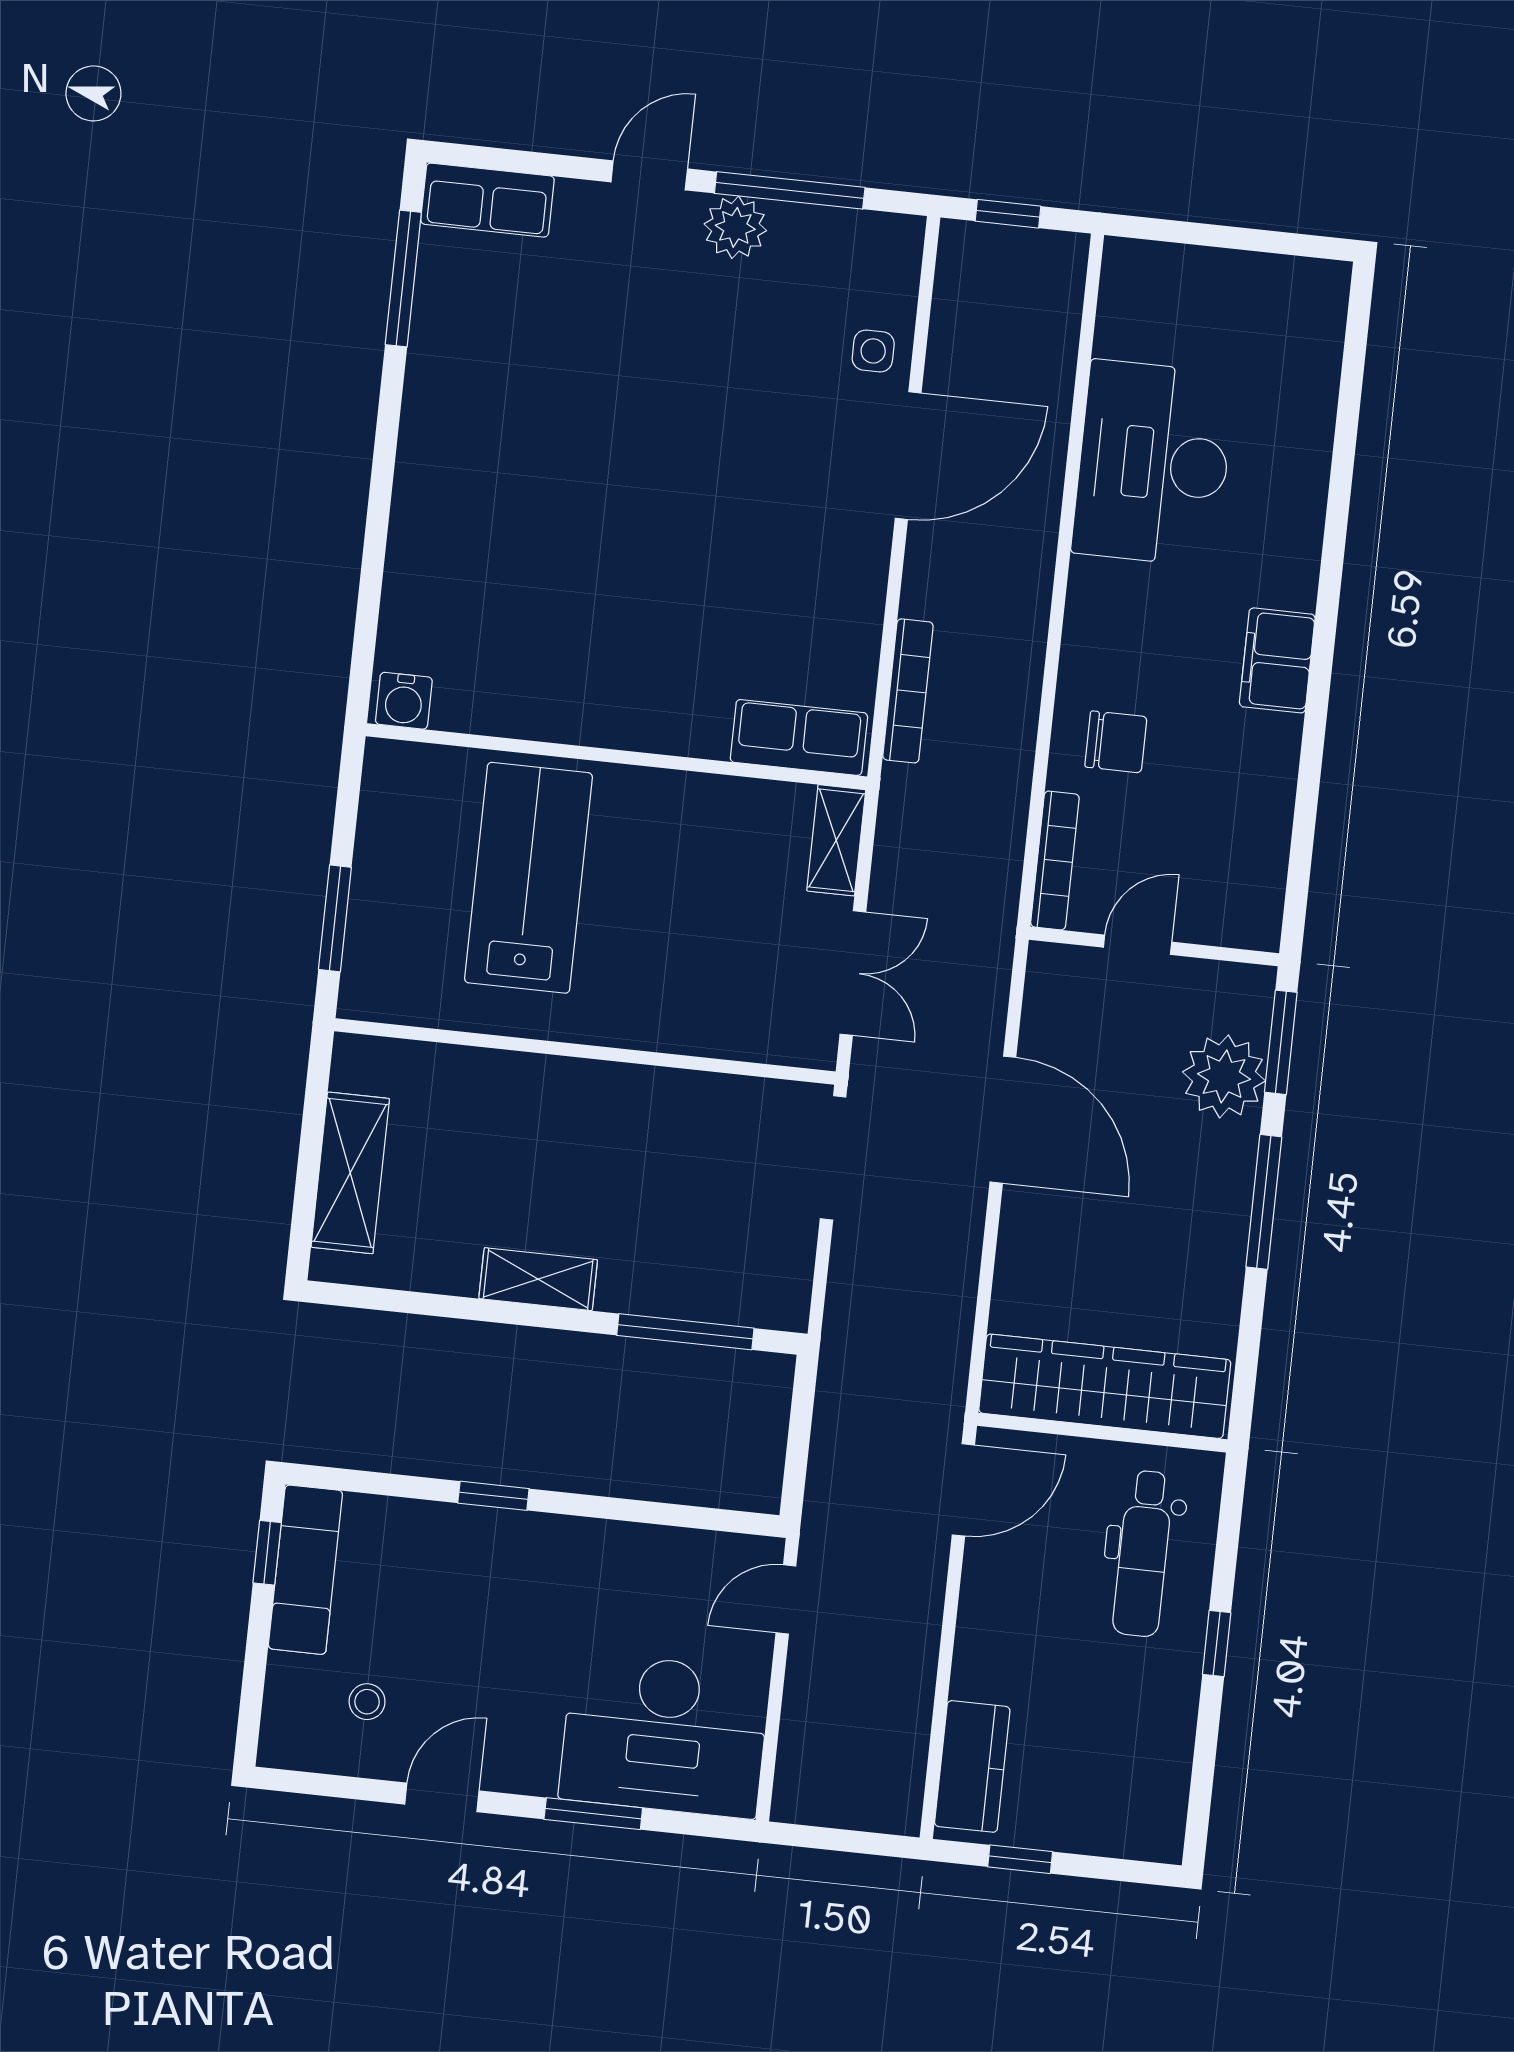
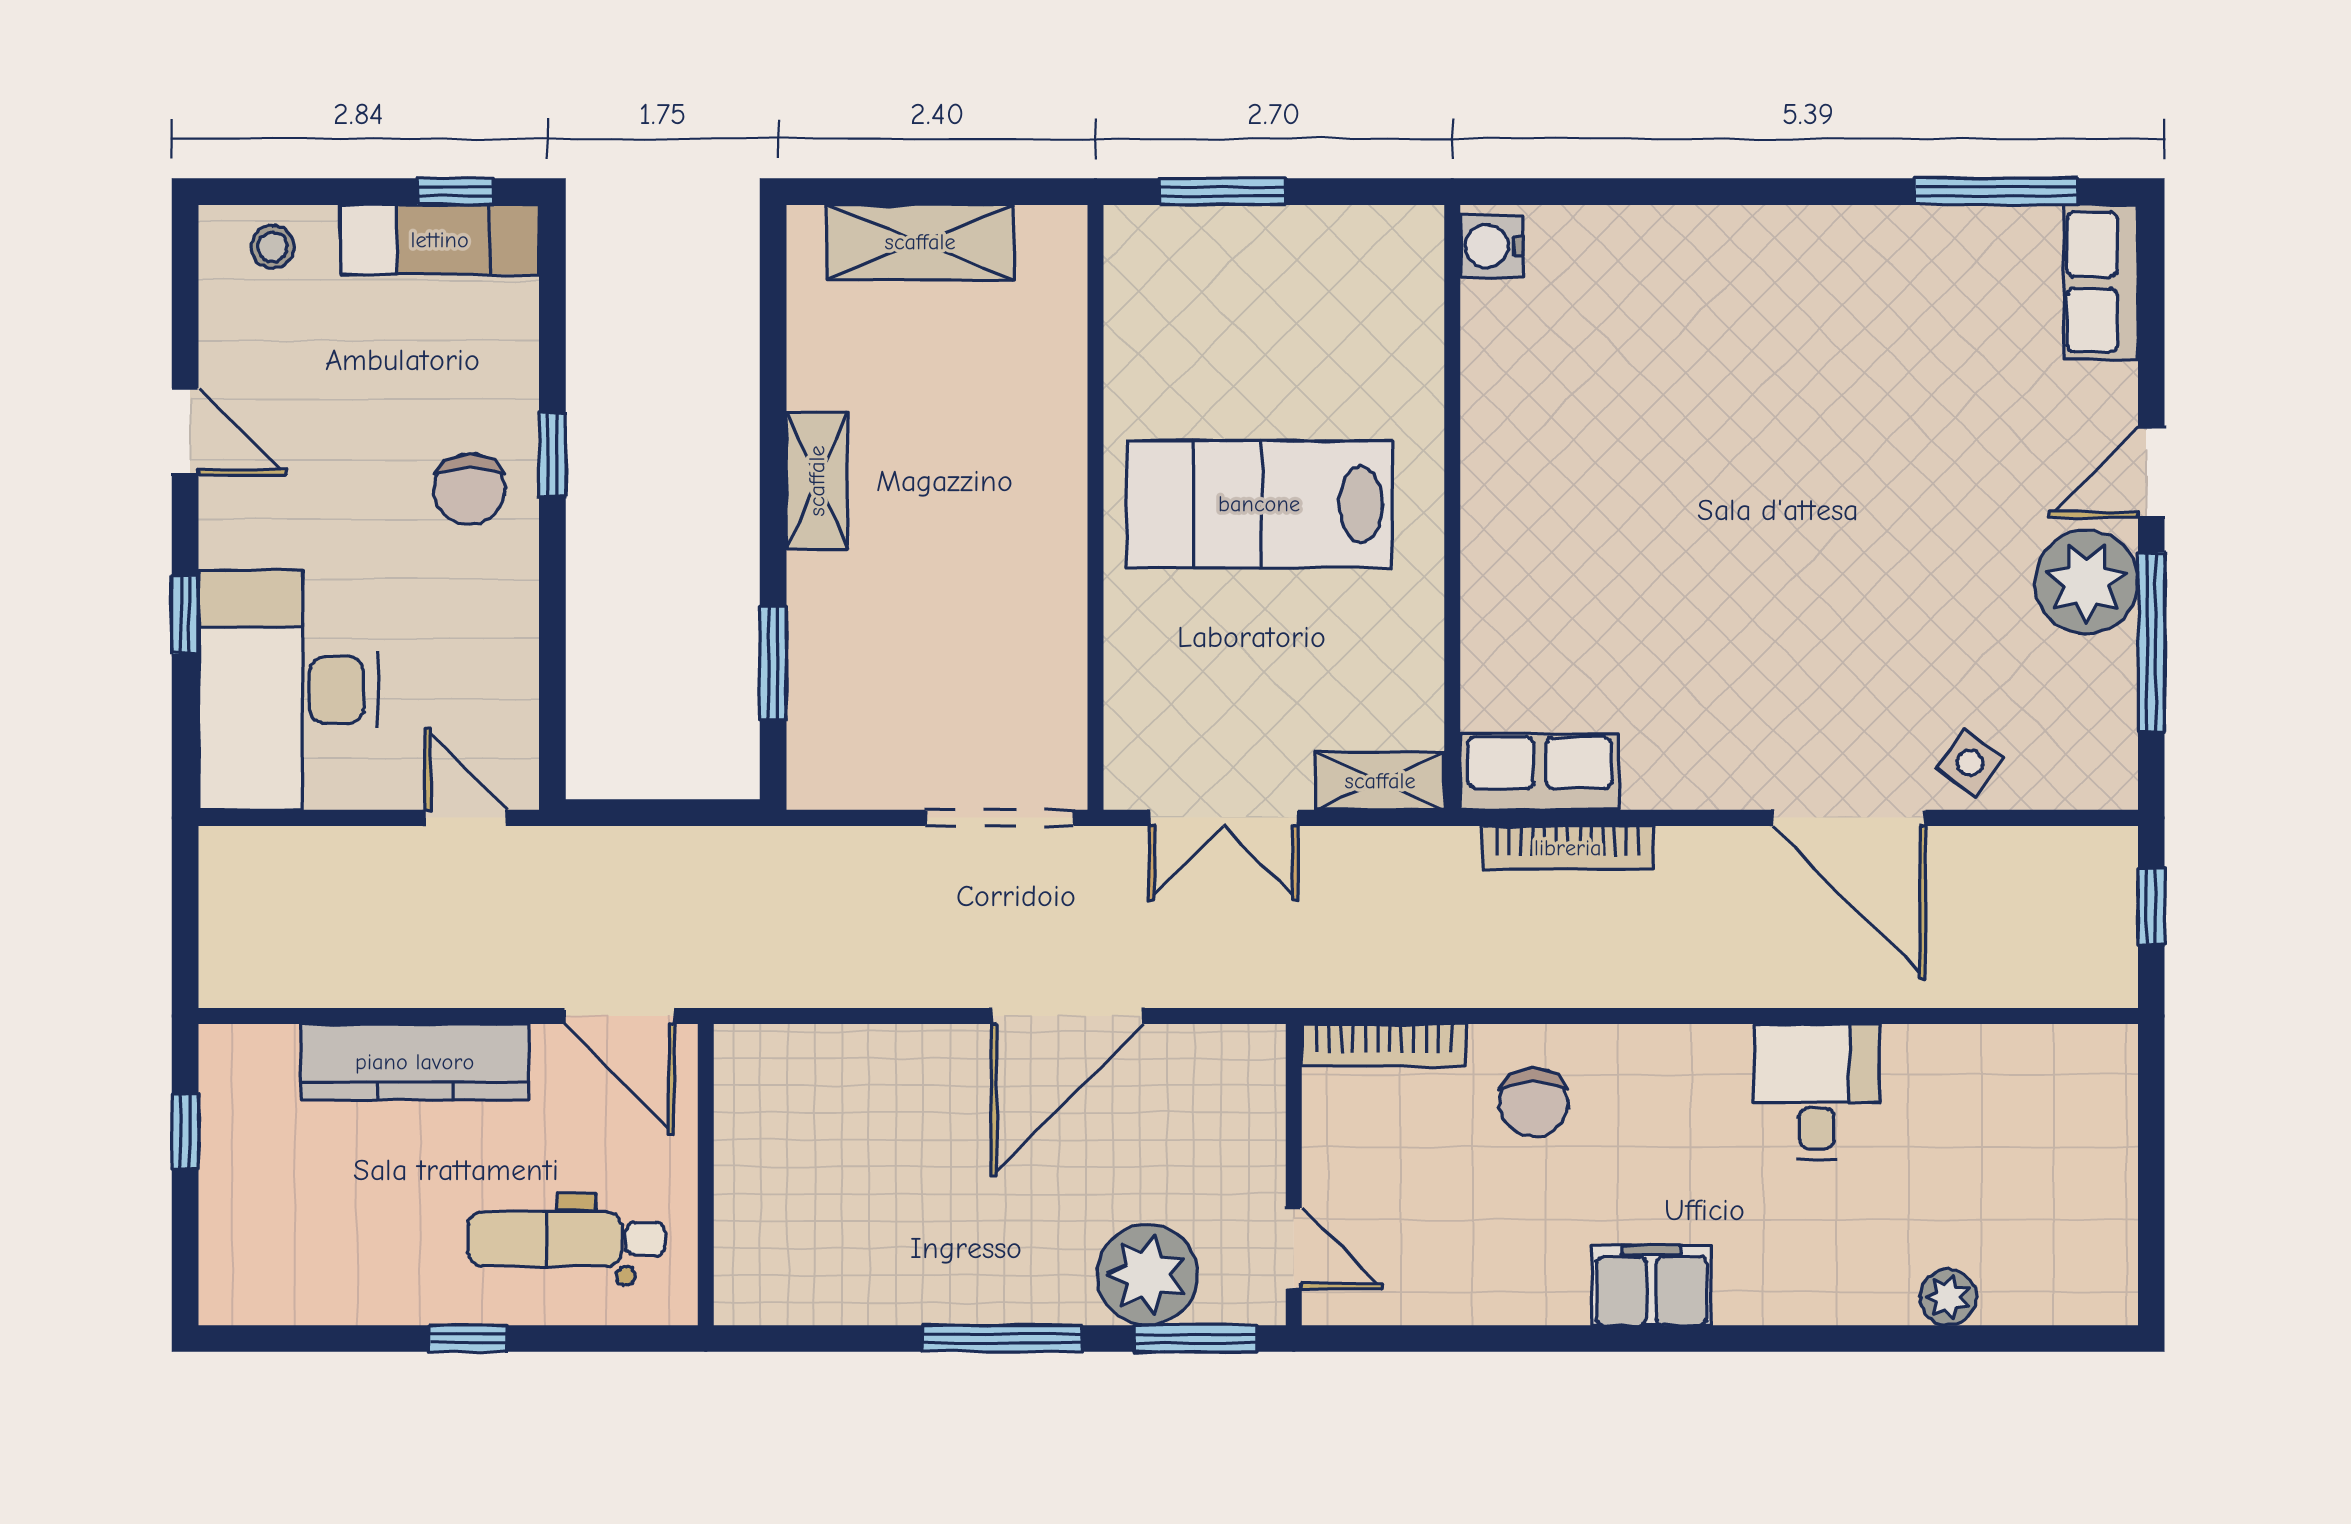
door: (649, 175) -> (2151, 472), swing flipped
plant: (735, 227) -> (2086, 582), width x1.36, depth x1.36
side table: (873, 351) -> (1970, 763), turned 36
plant: (1313, 416) -> (1948, 1297), added
desk: (1153, 463) -> (1817, 1092), width x0.53, depth x0.77
row of seats: (799, 737) -> (1540, 772), moved, turned -90
lab bench: (529, 878) -> (1259, 504), moved, turned 180
door: (1138, 945) -> (1294, 1248), moved
window: (685, 1332) -> (773, 663), width x0.69
wardrobe: (1105, 1386) -> (761, 1172), removed
chair: (515, 1567) -> (469, 489), added
stool: (367, 1702) -> (273, 247), moved
kitchen counter: (972, 1766) -> (415, 1062), moved, width x1.50
window: (593, 1814) -> (185, 615), width x0.67

